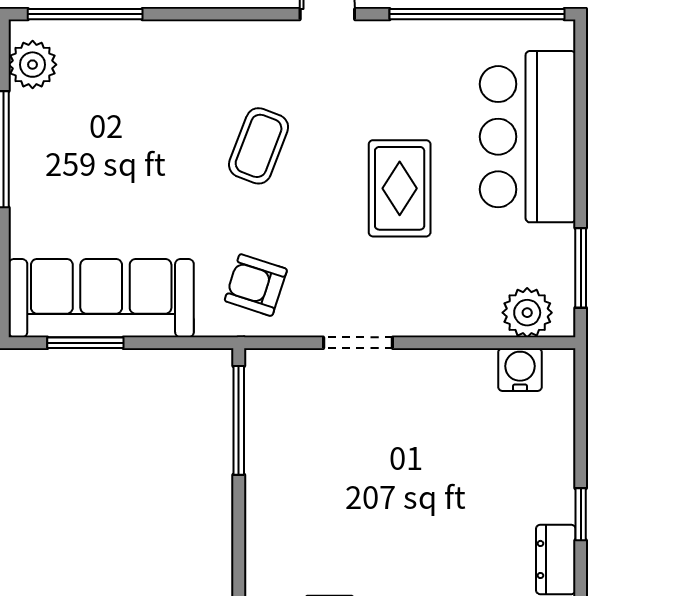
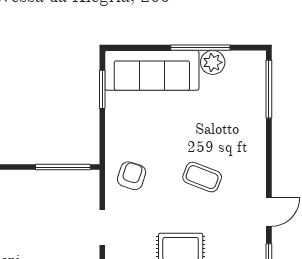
plant: (33, 65) -> (213, 62), moved
sofa: (101, 298) -> (152, 70), moved, turned 90

